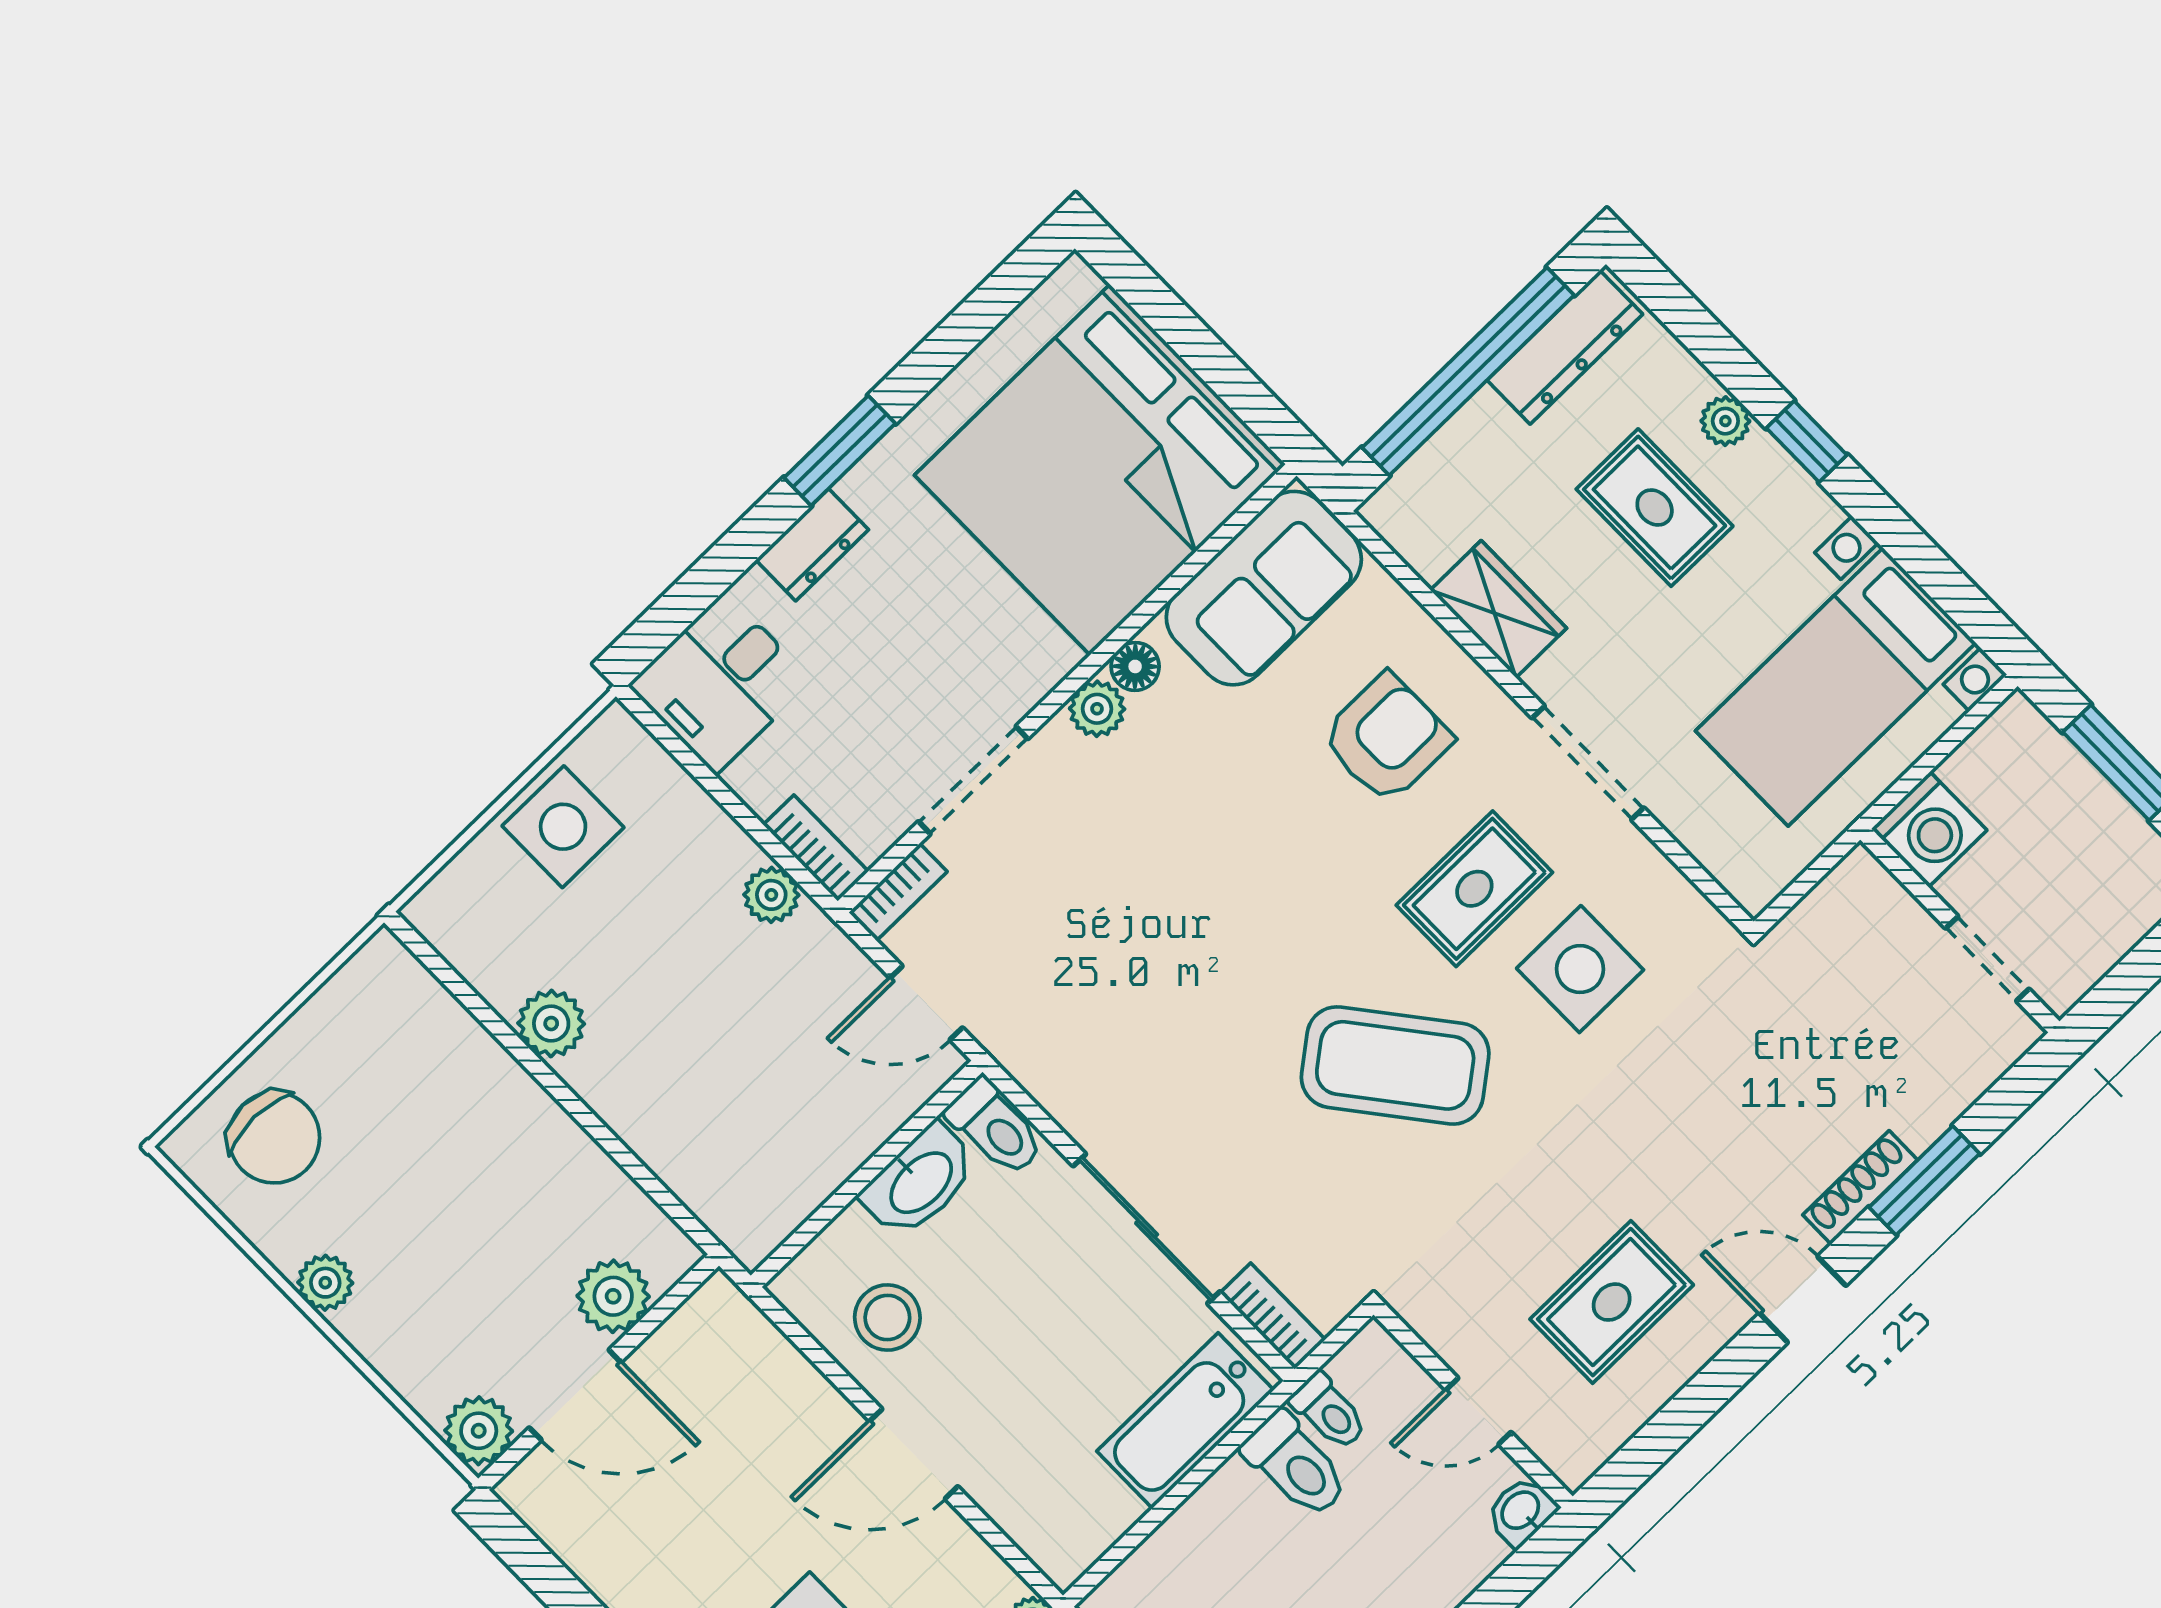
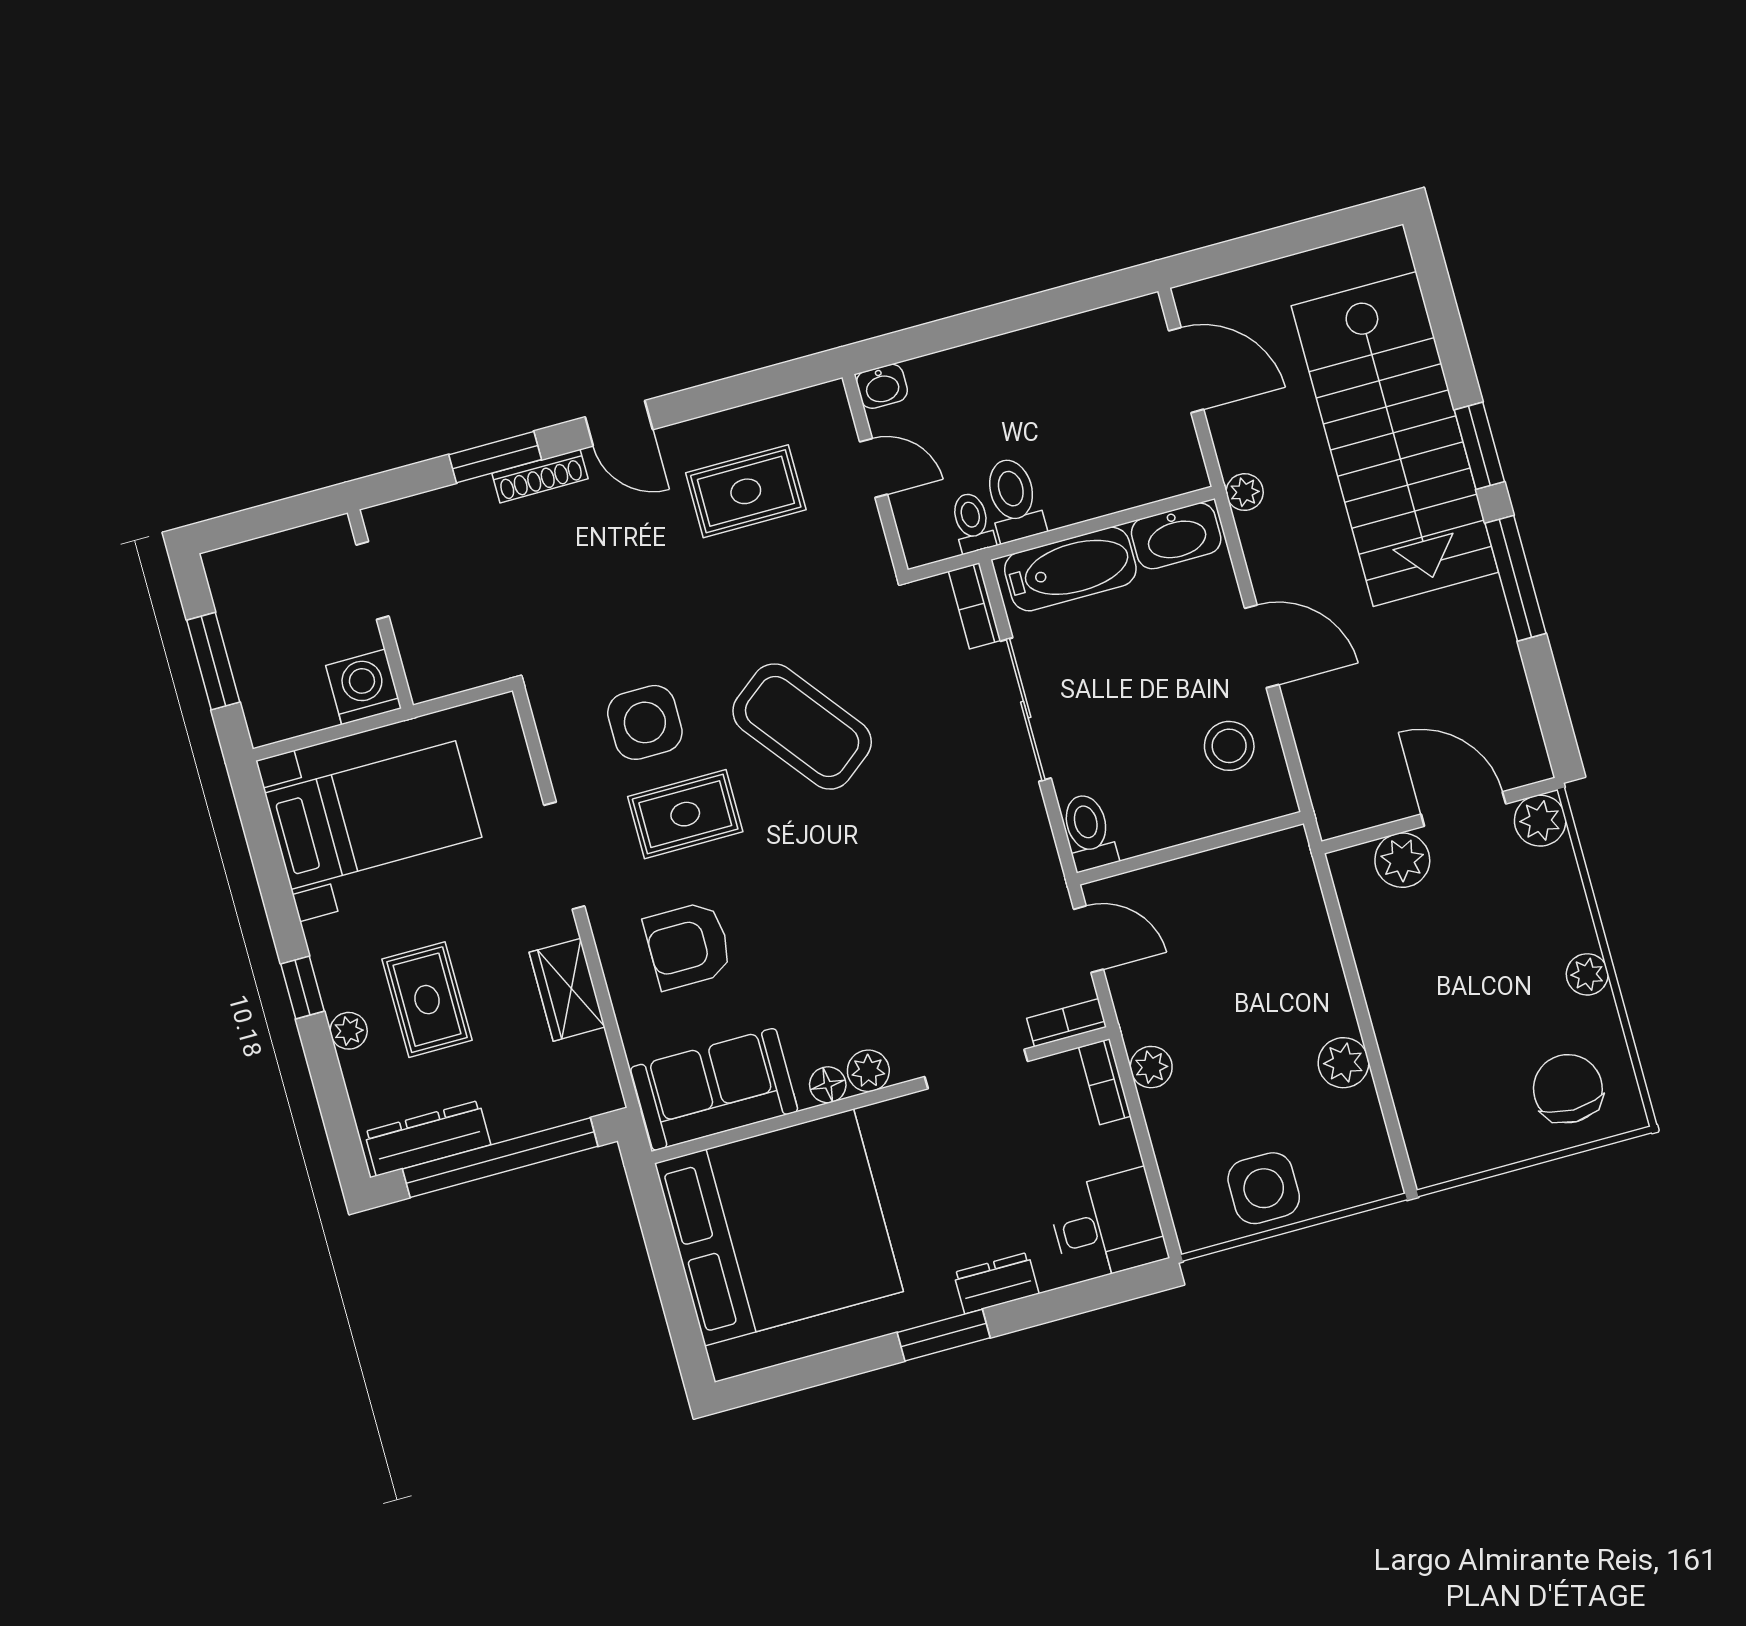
washbasin: (920, 1181) -> (1176, 536), moved, turned 180

